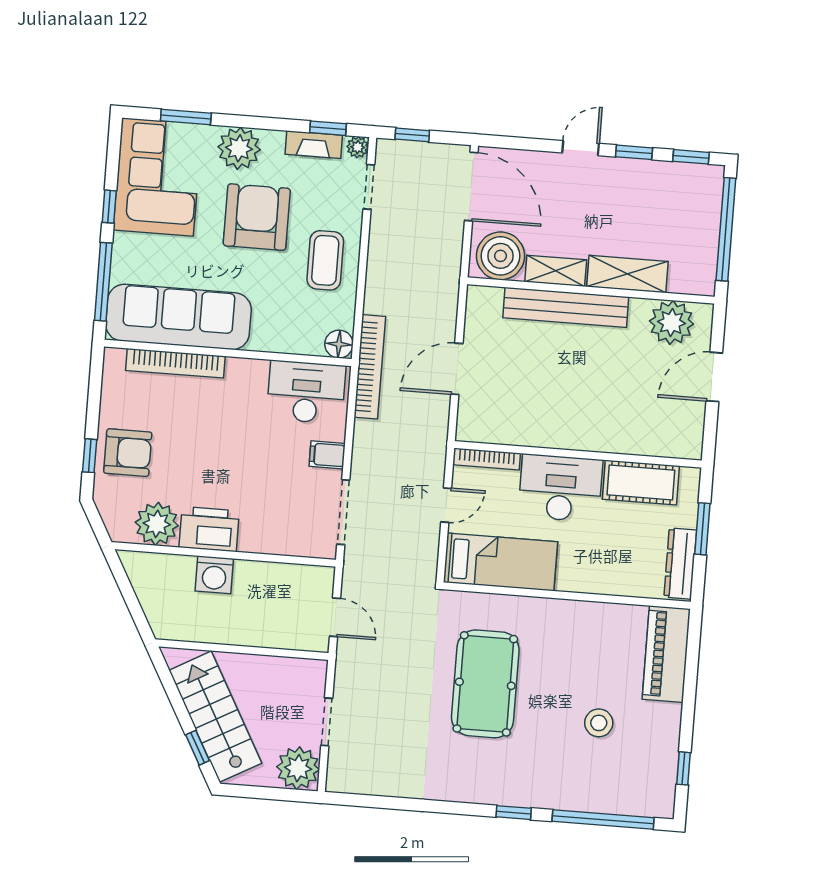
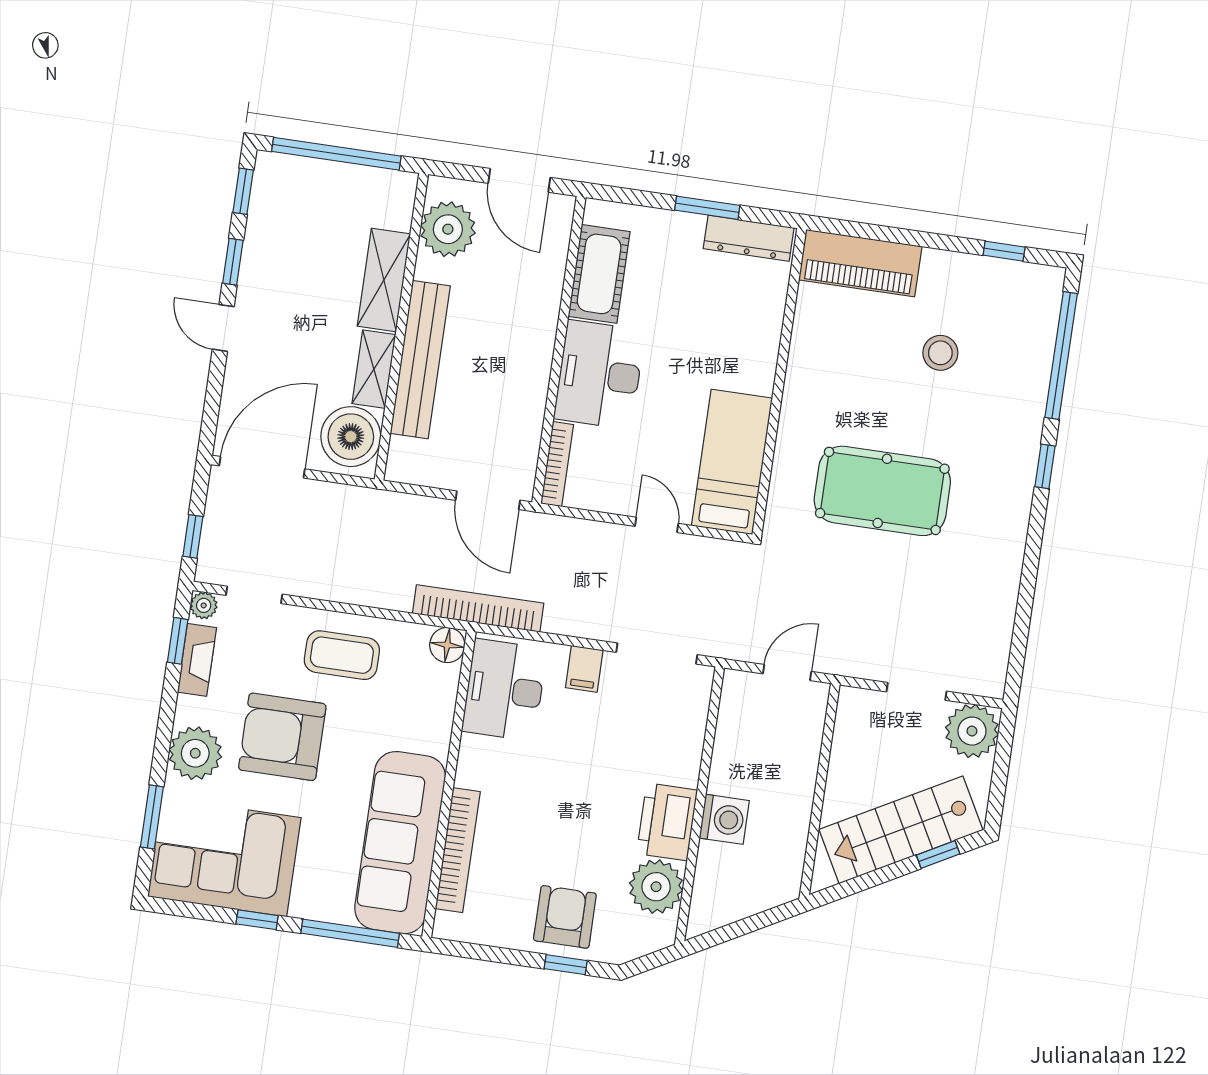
wall: (578, 454) -> (559, 350), moved
bookcase: (487, 459) -> (557, 464), moved
cot: (641, 483) -> (599, 274), moved
desk: (560, 488) -> (599, 375), moved

